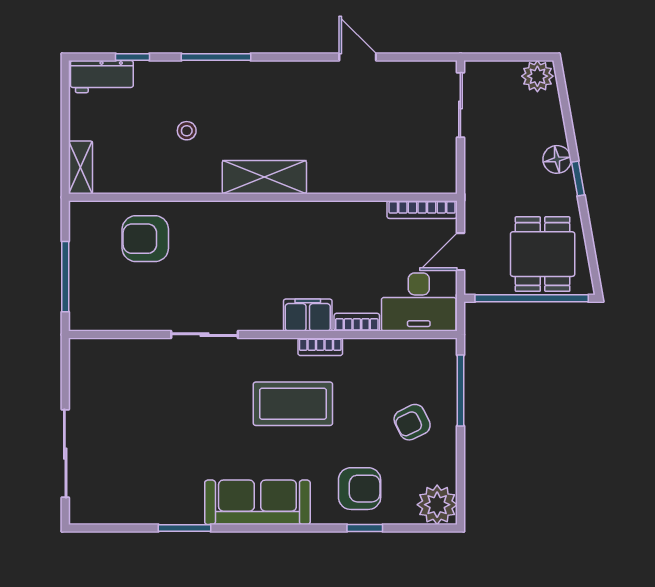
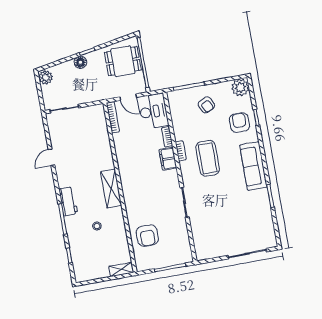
workbench: (102, 77) -> (68, 201), moved

